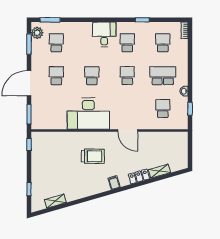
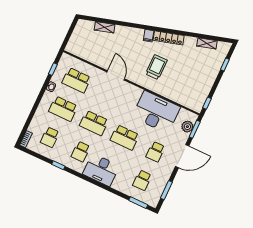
plant: (37, 33) -> (187, 127), moved
desk: (104, 34) -> (101, 170), width x1.37
school desk: (92, 76) -> (125, 137), width x1.85
school desk: (127, 76) -> (94, 123), width x1.85
school desk: (163, 109) -> (76, 80), width x1.85
desk: (88, 114) -> (156, 112), moved
trolley: (93, 156) -> (156, 67), turned 90
locker: (139, 176) -> (169, 38), moved, width x1.53

